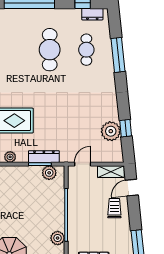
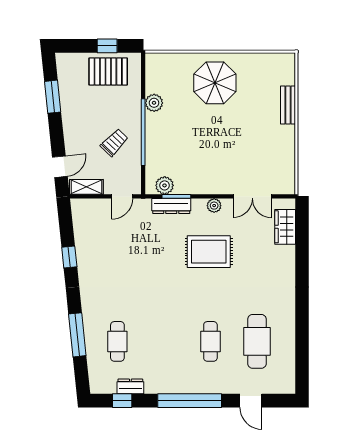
dresser: (92, 14) -> (130, 386), moved
cafe table: (50, 50) -> (210, 341), moved, width x0.73, depth x0.74
window: (126, 128) -> (69, 257), moved
plant: (111, 131) -> (87, 238), removed
trolley: (114, 208) -> (114, 142), moved, turned -136

